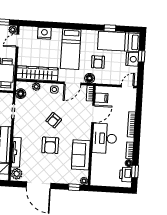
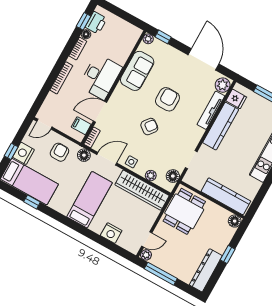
armchair: (98, 62) -> (59, 152), moved

